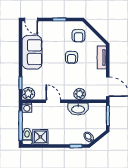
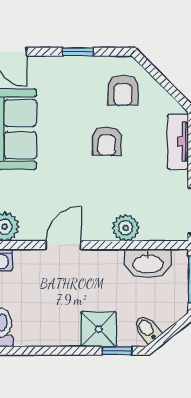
door: (53, 101) -> (63, 245), hinge flipped
washbasin: (78, 109) -> (148, 263), moved
shower: (40, 137) -> (99, 329), moved

